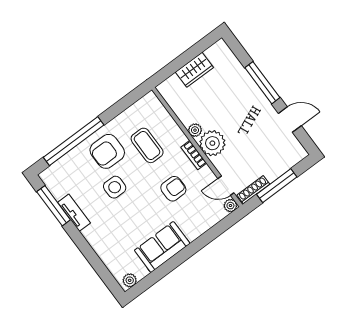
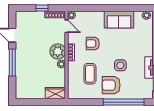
wardrobe: (194, 70) -> (55, 93), moved
armchair: (107, 151) -> (111, 85), turned 180
window: (277, 186) -> (42, 8), width x0.46

